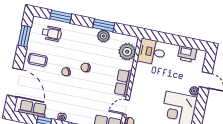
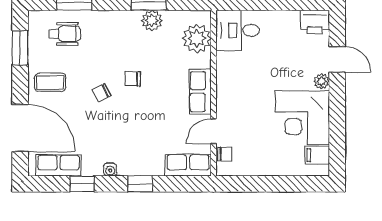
printer: (187, 54) -> (315, 22), moved

